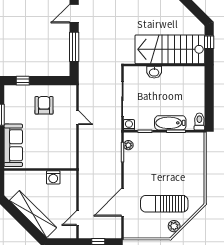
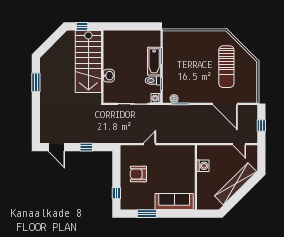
window: (74, 47) -> (86, 147), width x0.46
toilet: (199, 122) -> (153, 81), moved
plant: (174, 226) -> (246, 58), removed

